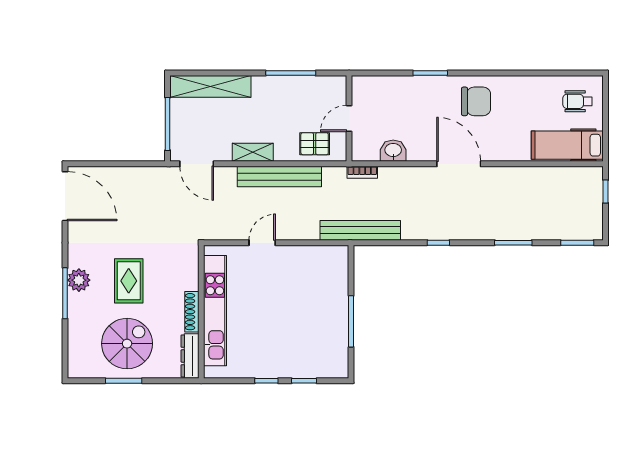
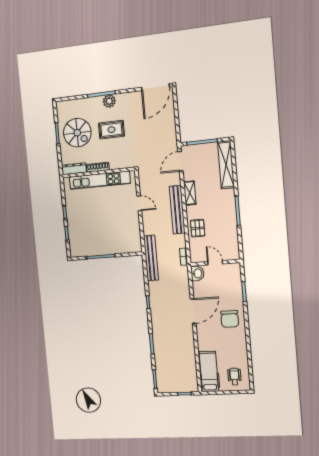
wall: (349, 118) -> (215, 263), moved
door: (349, 119) -> (215, 263), moved

